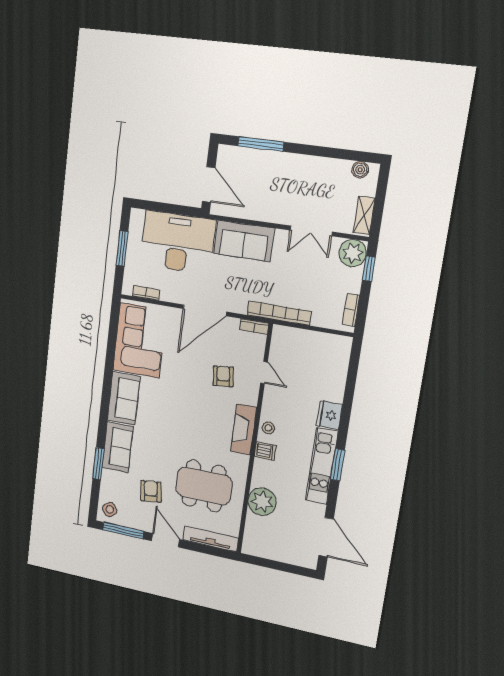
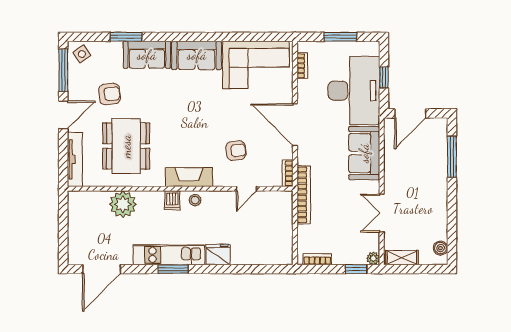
window: (168, 208) -> (384, 77), added
plant: (353, 253) -> (373, 258), width x0.53, depth x0.53

